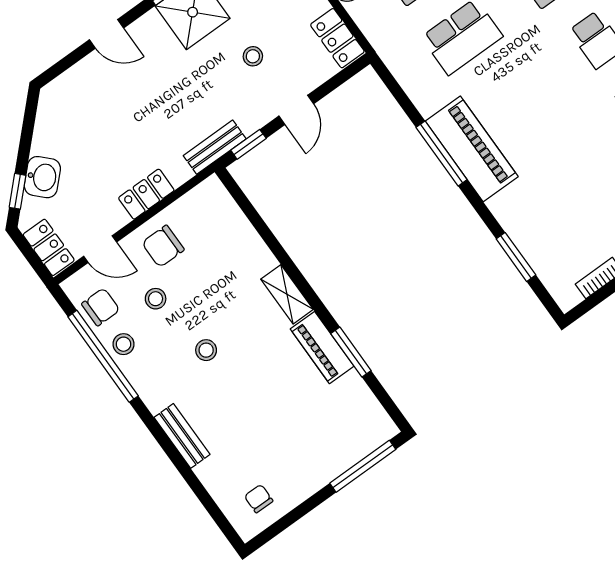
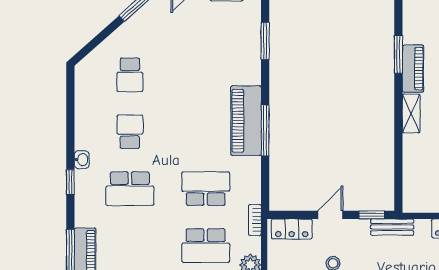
locker: (337, 38) -> (292, 229), moved, turned 90
bookcase: (379, 41) -> (255, 220), added

